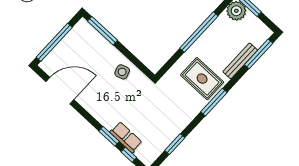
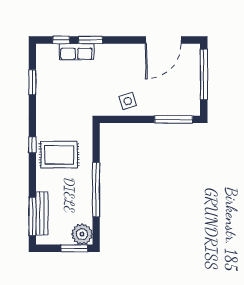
bench: (240, 61) -> (42, 213), moved
window: (214, 102) -> (32, 145), width x0.46

